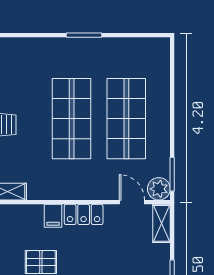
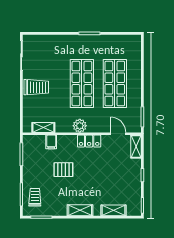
plant: (159, 189) -> (80, 126), moved
filing cabinet: (53, 216) -> (51, 142), moved

